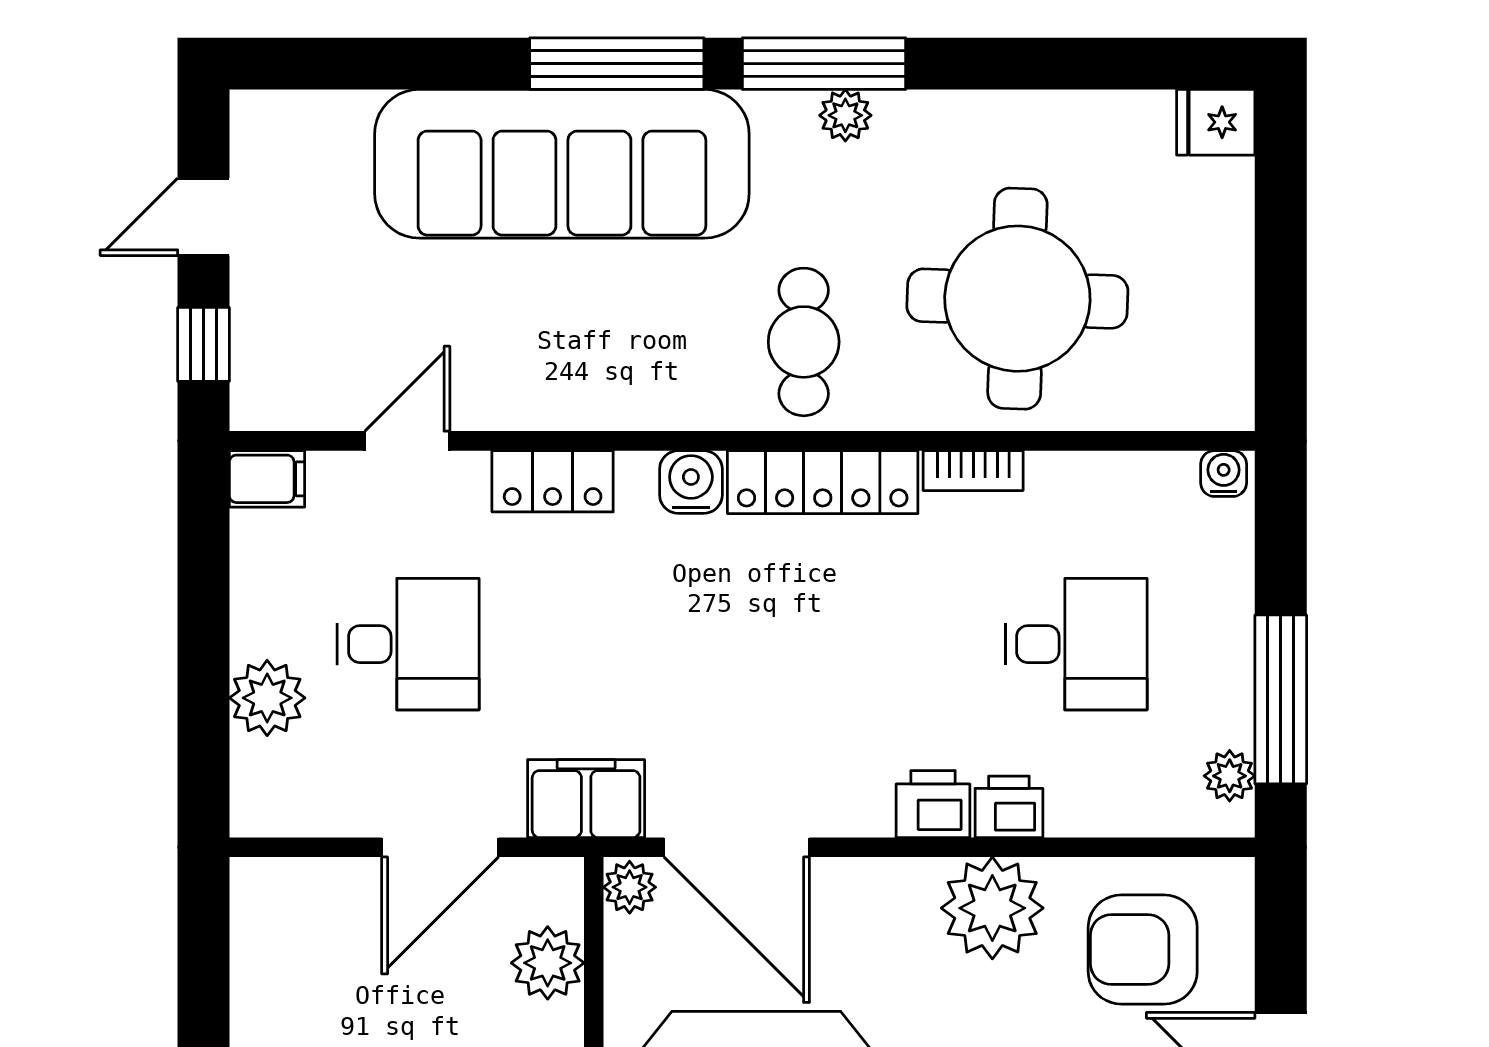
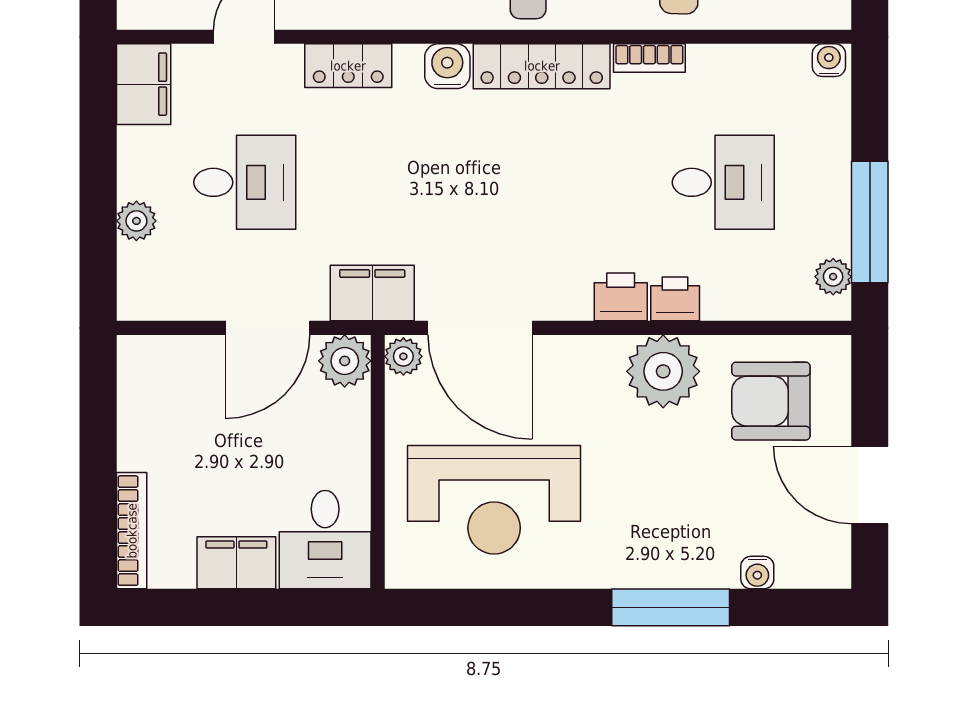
filing cabinet: (267, 479) -> (144, 84), width x2.00
plant: (267, 698) -> (136, 221), width x0.73, depth x0.73
plant: (548, 963) -> (345, 361), moved

